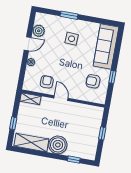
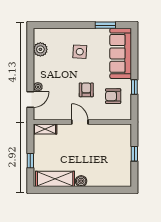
window: (69, 15) -> (105, 25), moved
door: (28, 44) -> (30, 99), moved
armchair: (47, 82) -> (86, 90), moved
boiler: (58, 145) -> (81, 181), width x0.54, depth x0.54
window: (74, 160) -> (107, 190), removed

